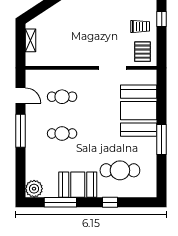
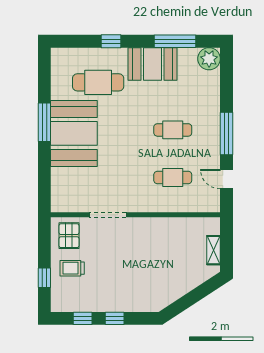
booth: (139, 111) -> (74, 133), moved

